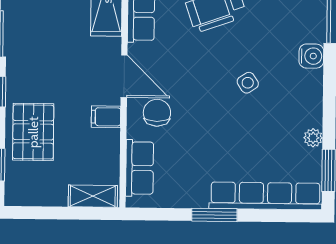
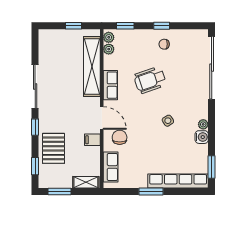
water cooler: (311, 56) -> (202, 137), moved
plant: (313, 138) -> (203, 124), moved
window: (43, 213) -> (60, 192), added

